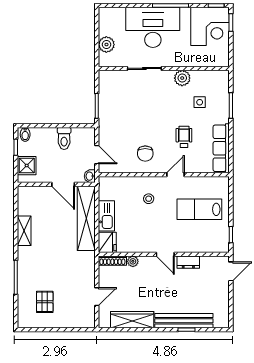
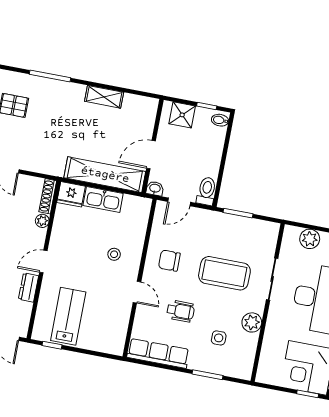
coffee table: (147, 107) -> (224, 273), added
toilet: (64, 139) -> (207, 191), moved, turned 90
lab bench: (199, 209) -> (68, 316), moved

